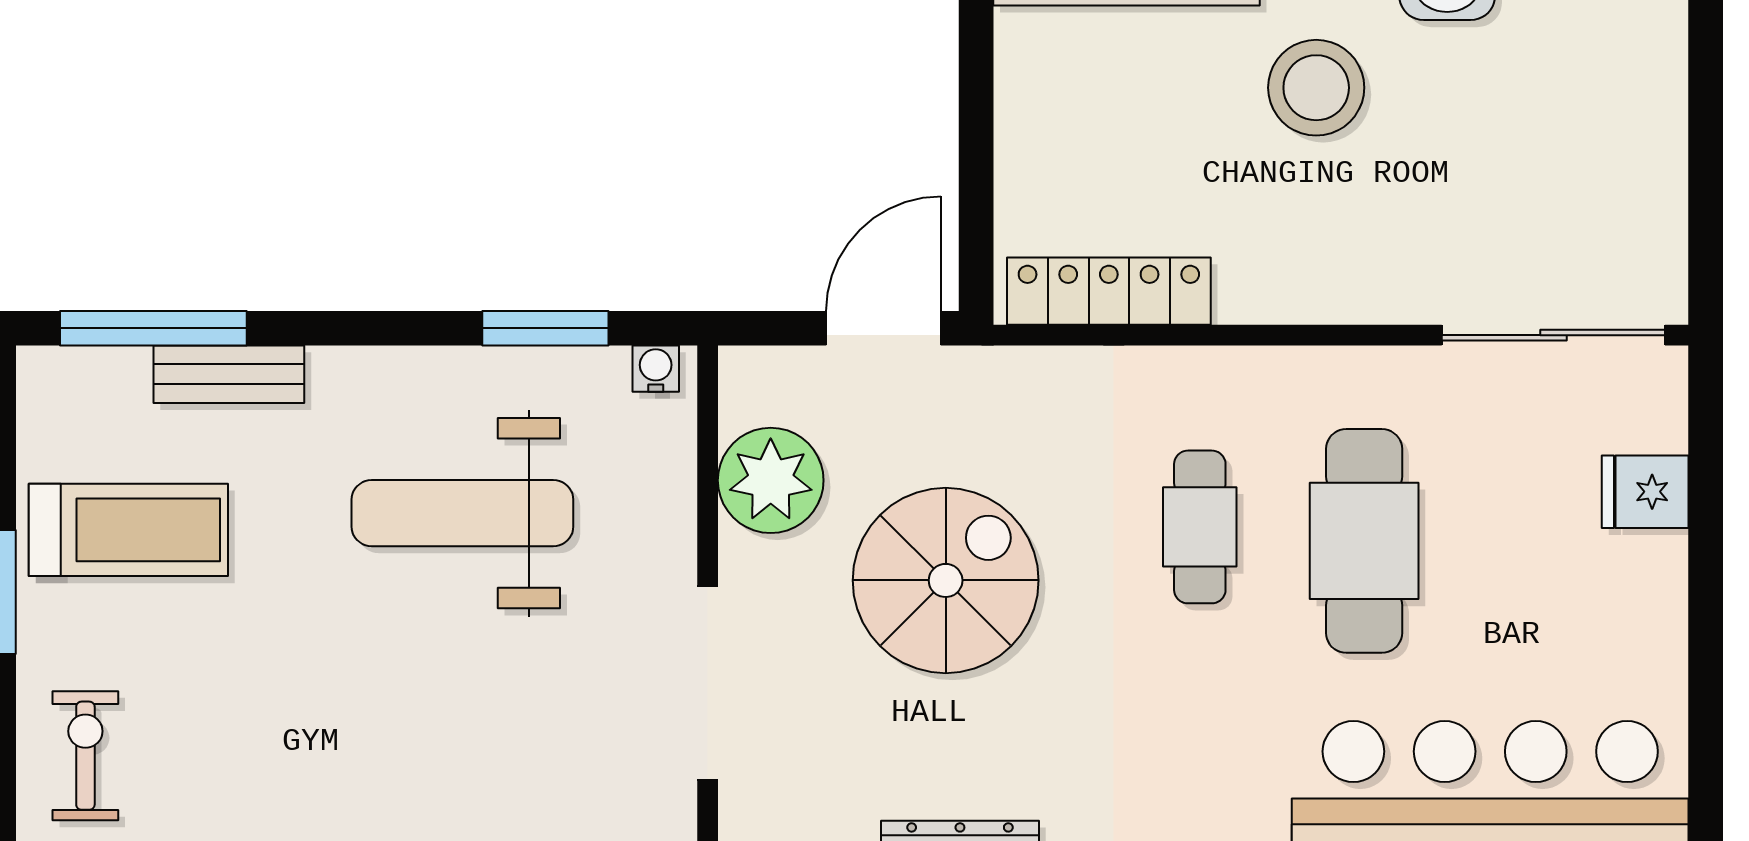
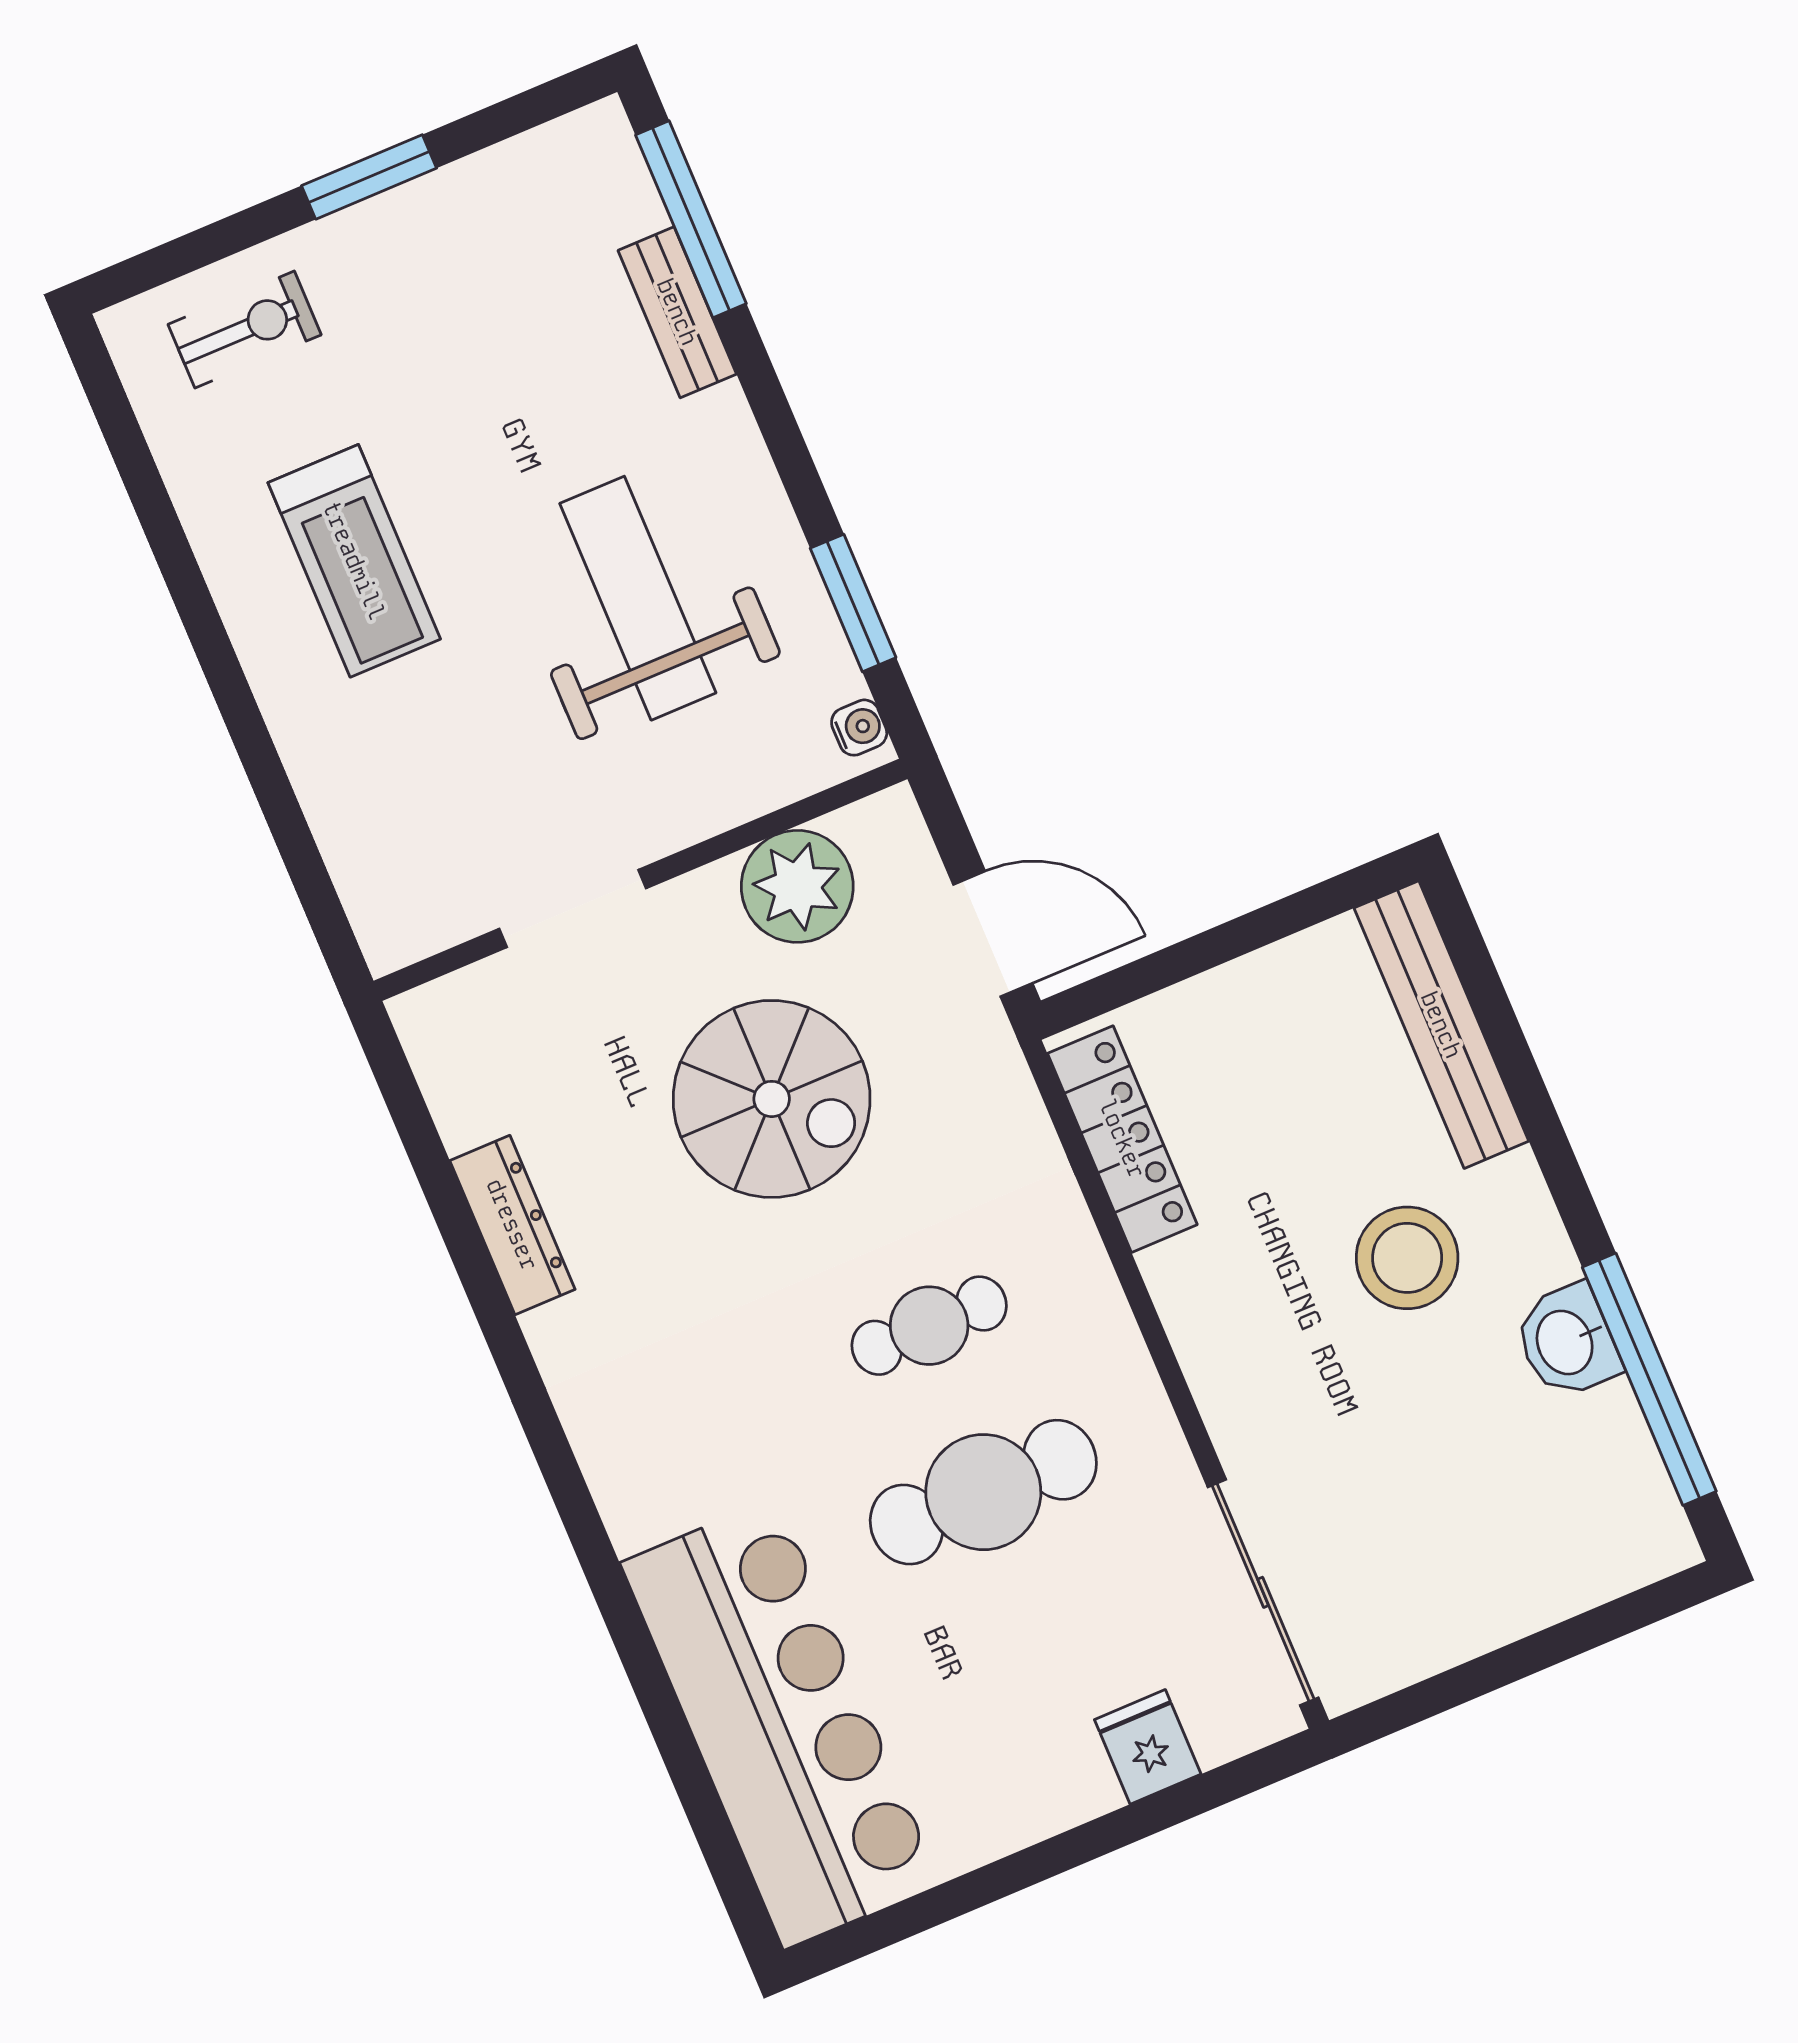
treadmill: (128, 530) -> (354, 561), moved
doorway: (708, 683) -> (573, 909), width x0.73

